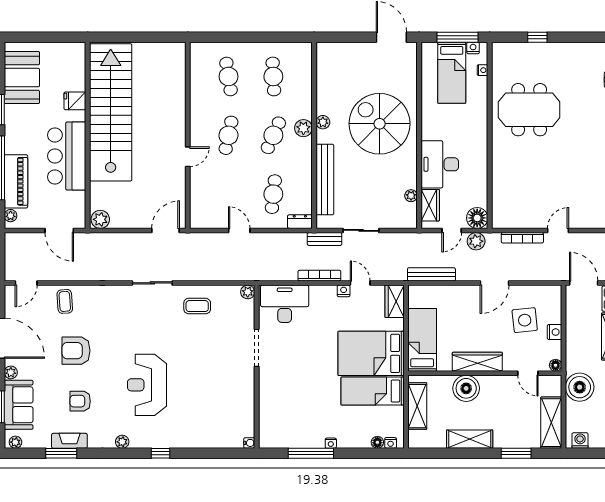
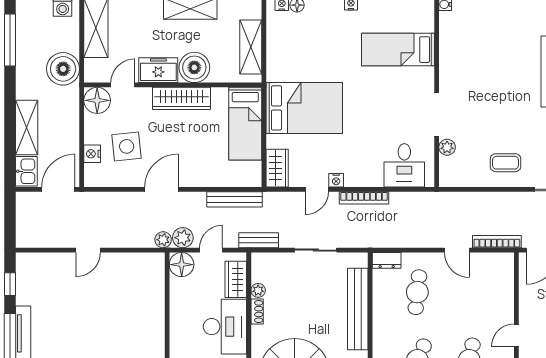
shoe rack: (412, 177) -> (257, 312), added
bookcase: (522, 238) -> (497, 242), moved
bench: (325, 239) -> (259, 240), moved
plant: (493, 239) -> (163, 240), added
door: (360, 283) -> (317, 189), hinge flipped
door: (584, 283) -> (58, 189), swing flipped
plant: (248, 292) -> (447, 147), moved
desk: (285, 304) -> (404, 165), width x0.73
nightstand: (554, 332) -> (92, 154), moved
floor lamp: (556, 365) -> (97, 100), width x1.89, depth x1.89
door: (528, 373) -> (123, 85), hinge flipped
freezer: (497, 386) -> (158, 70), added
bed: (373, 391) -> (398, 50), moved, turned 180

